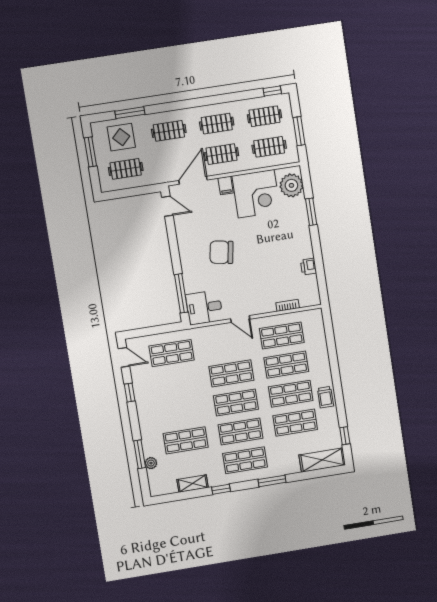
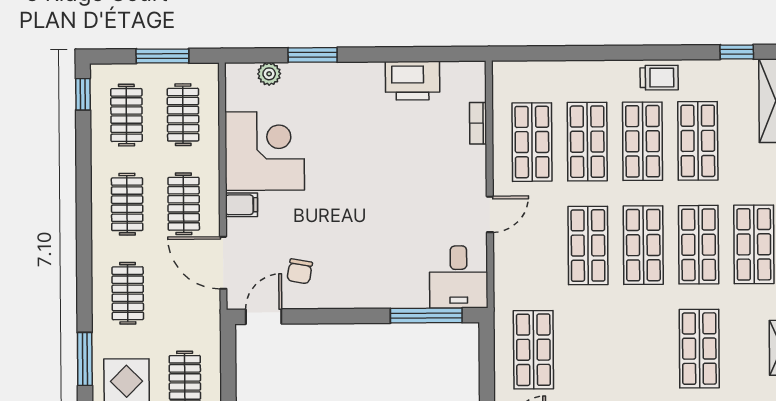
plant: (291, 185) -> (269, 74), width x0.53, depth x0.53
chair: (221, 252) -> (300, 271), moved, width x0.54, depth x0.54
printer: (308, 267) -> (412, 81), width x1.87, depth x1.48

